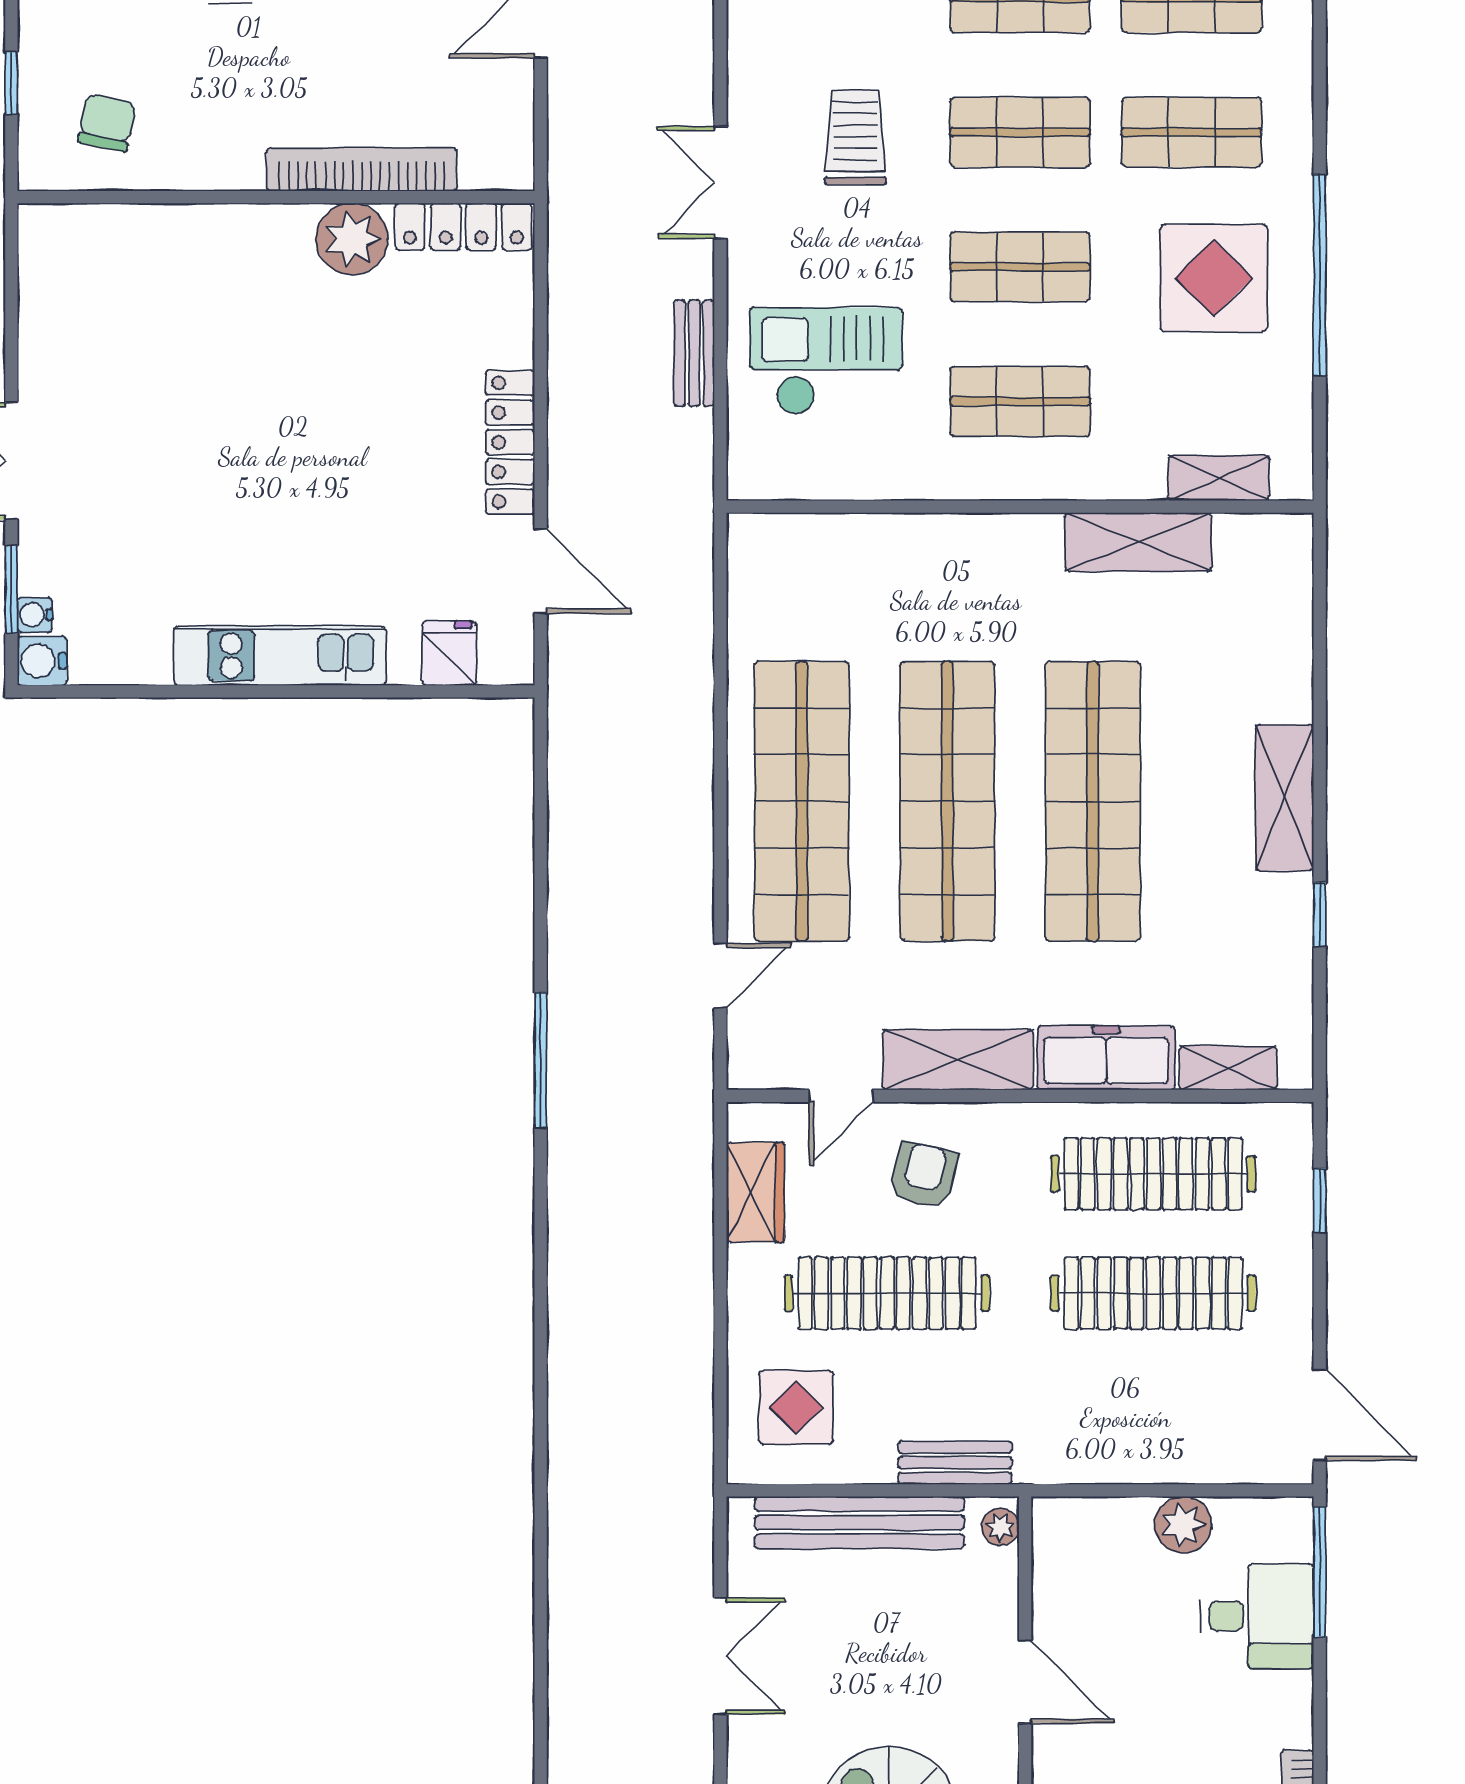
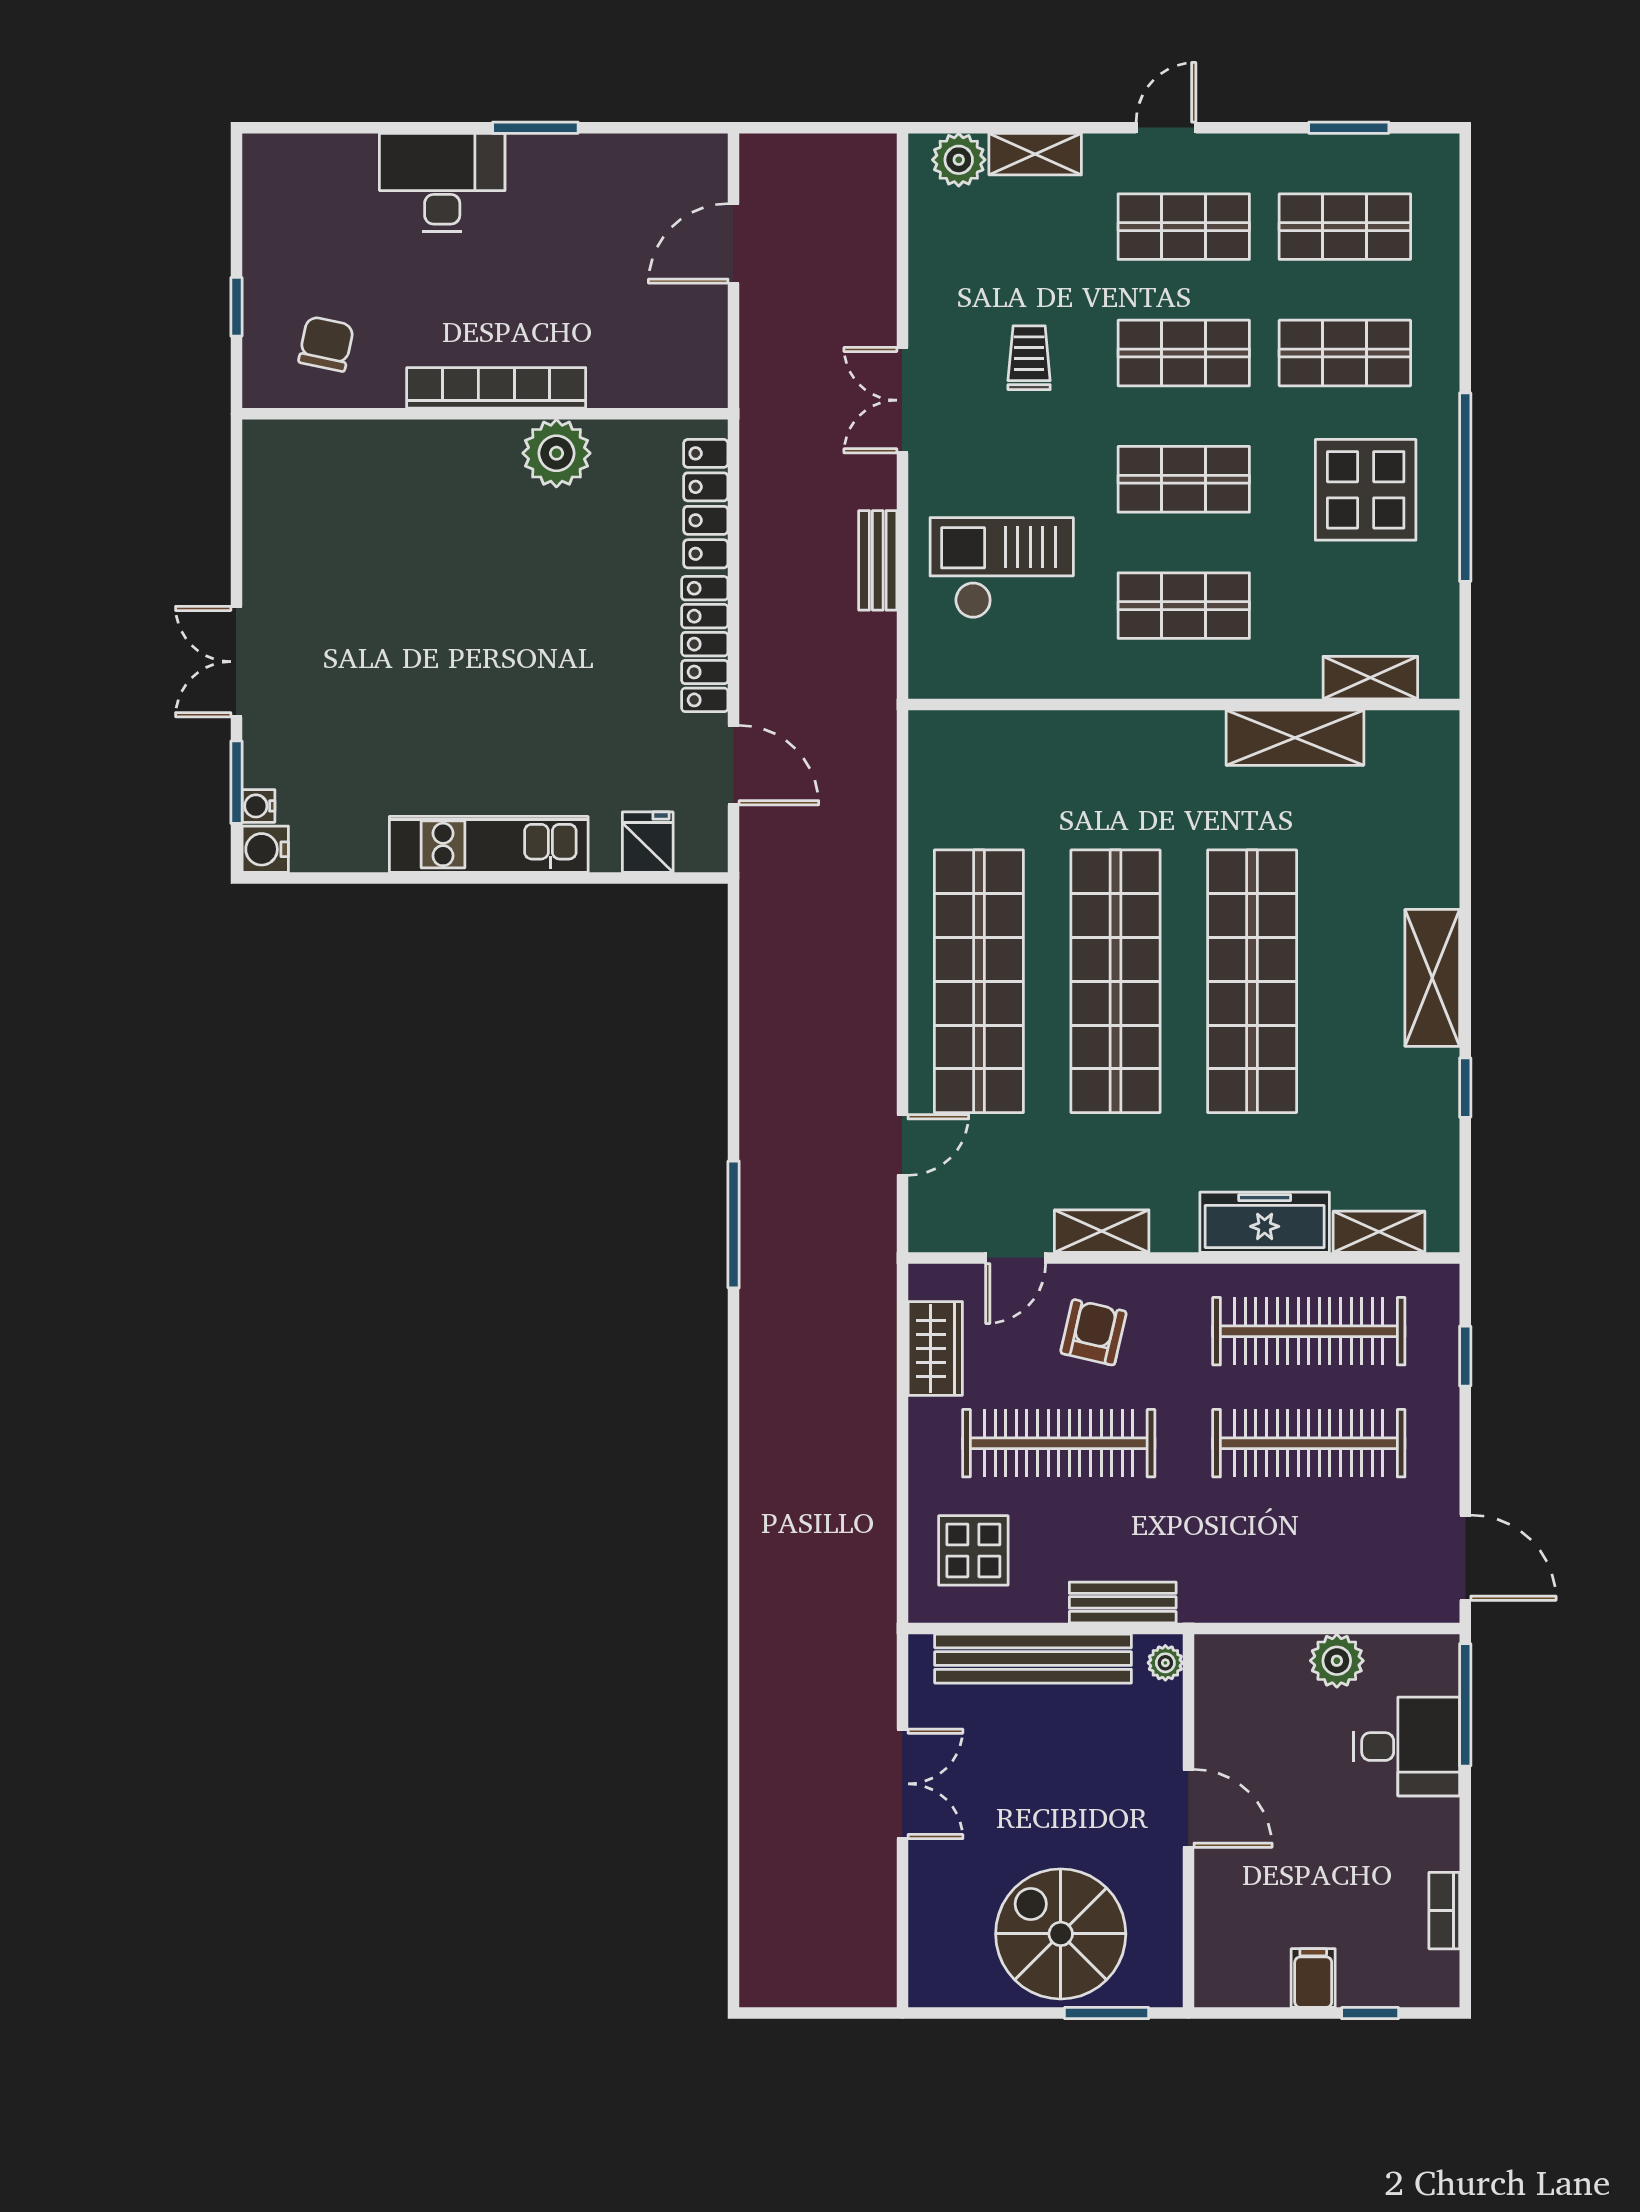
trolley: (855, 137) -> (1029, 358), width x0.73, depth x0.72
bookcase: (362, 169) -> (496, 388), moved
locker: (463, 227) -> (706, 504), moved, turned 90
shelving: (958, 1060) -> (1102, 1231), width x0.67, depth x0.75

